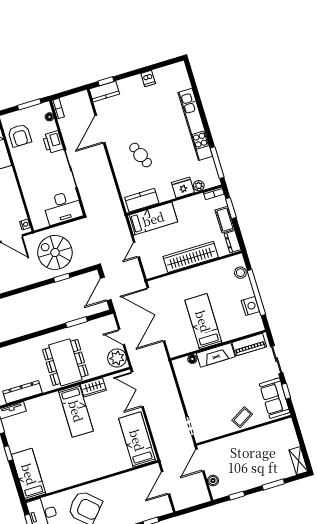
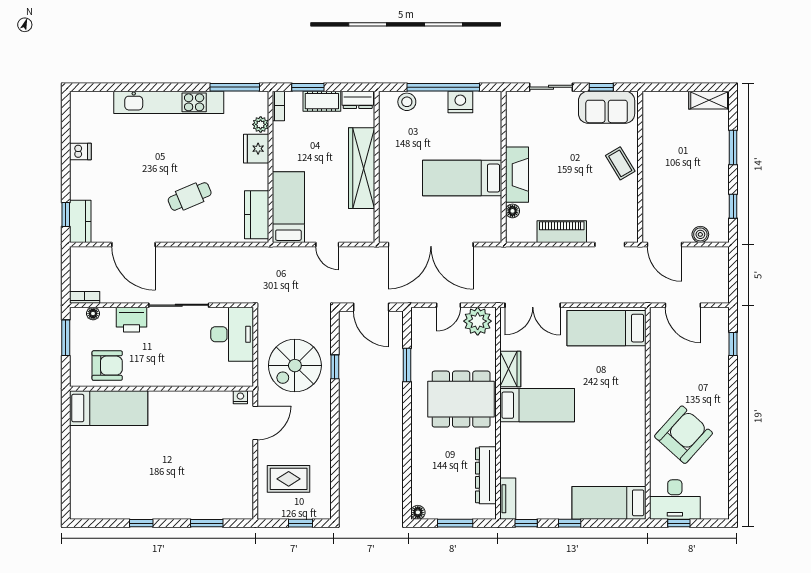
piano: (249, 345) -> (562, 232), moved, turned -90

